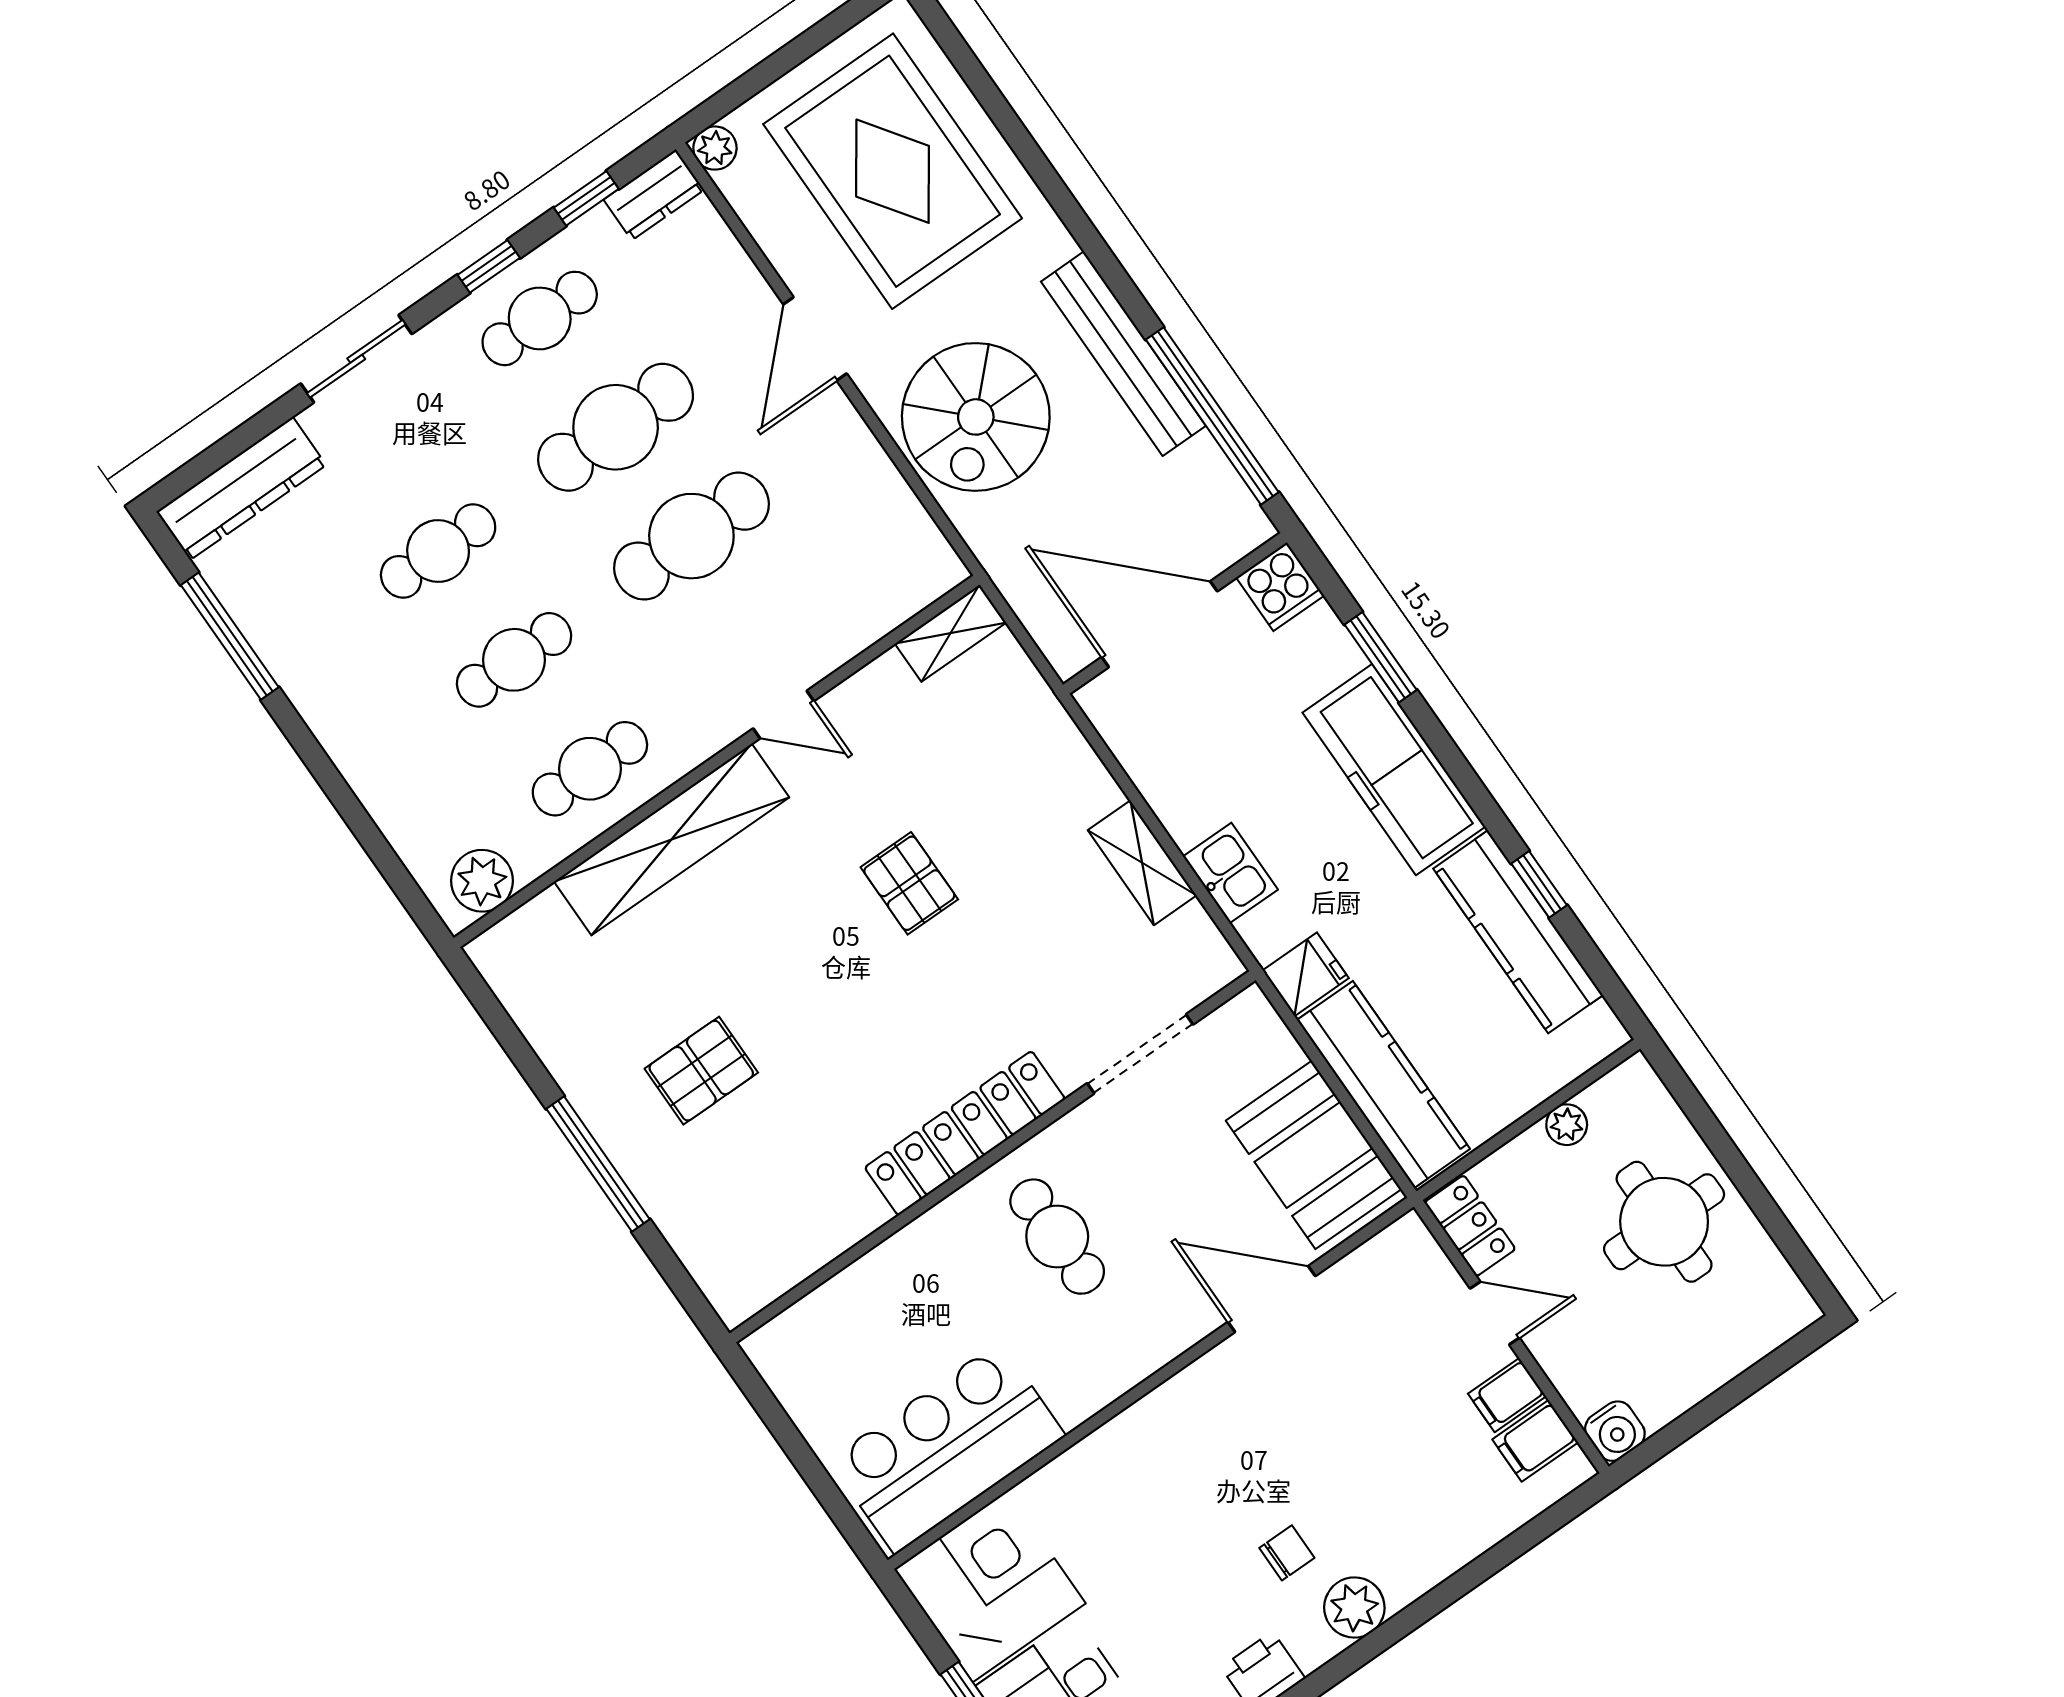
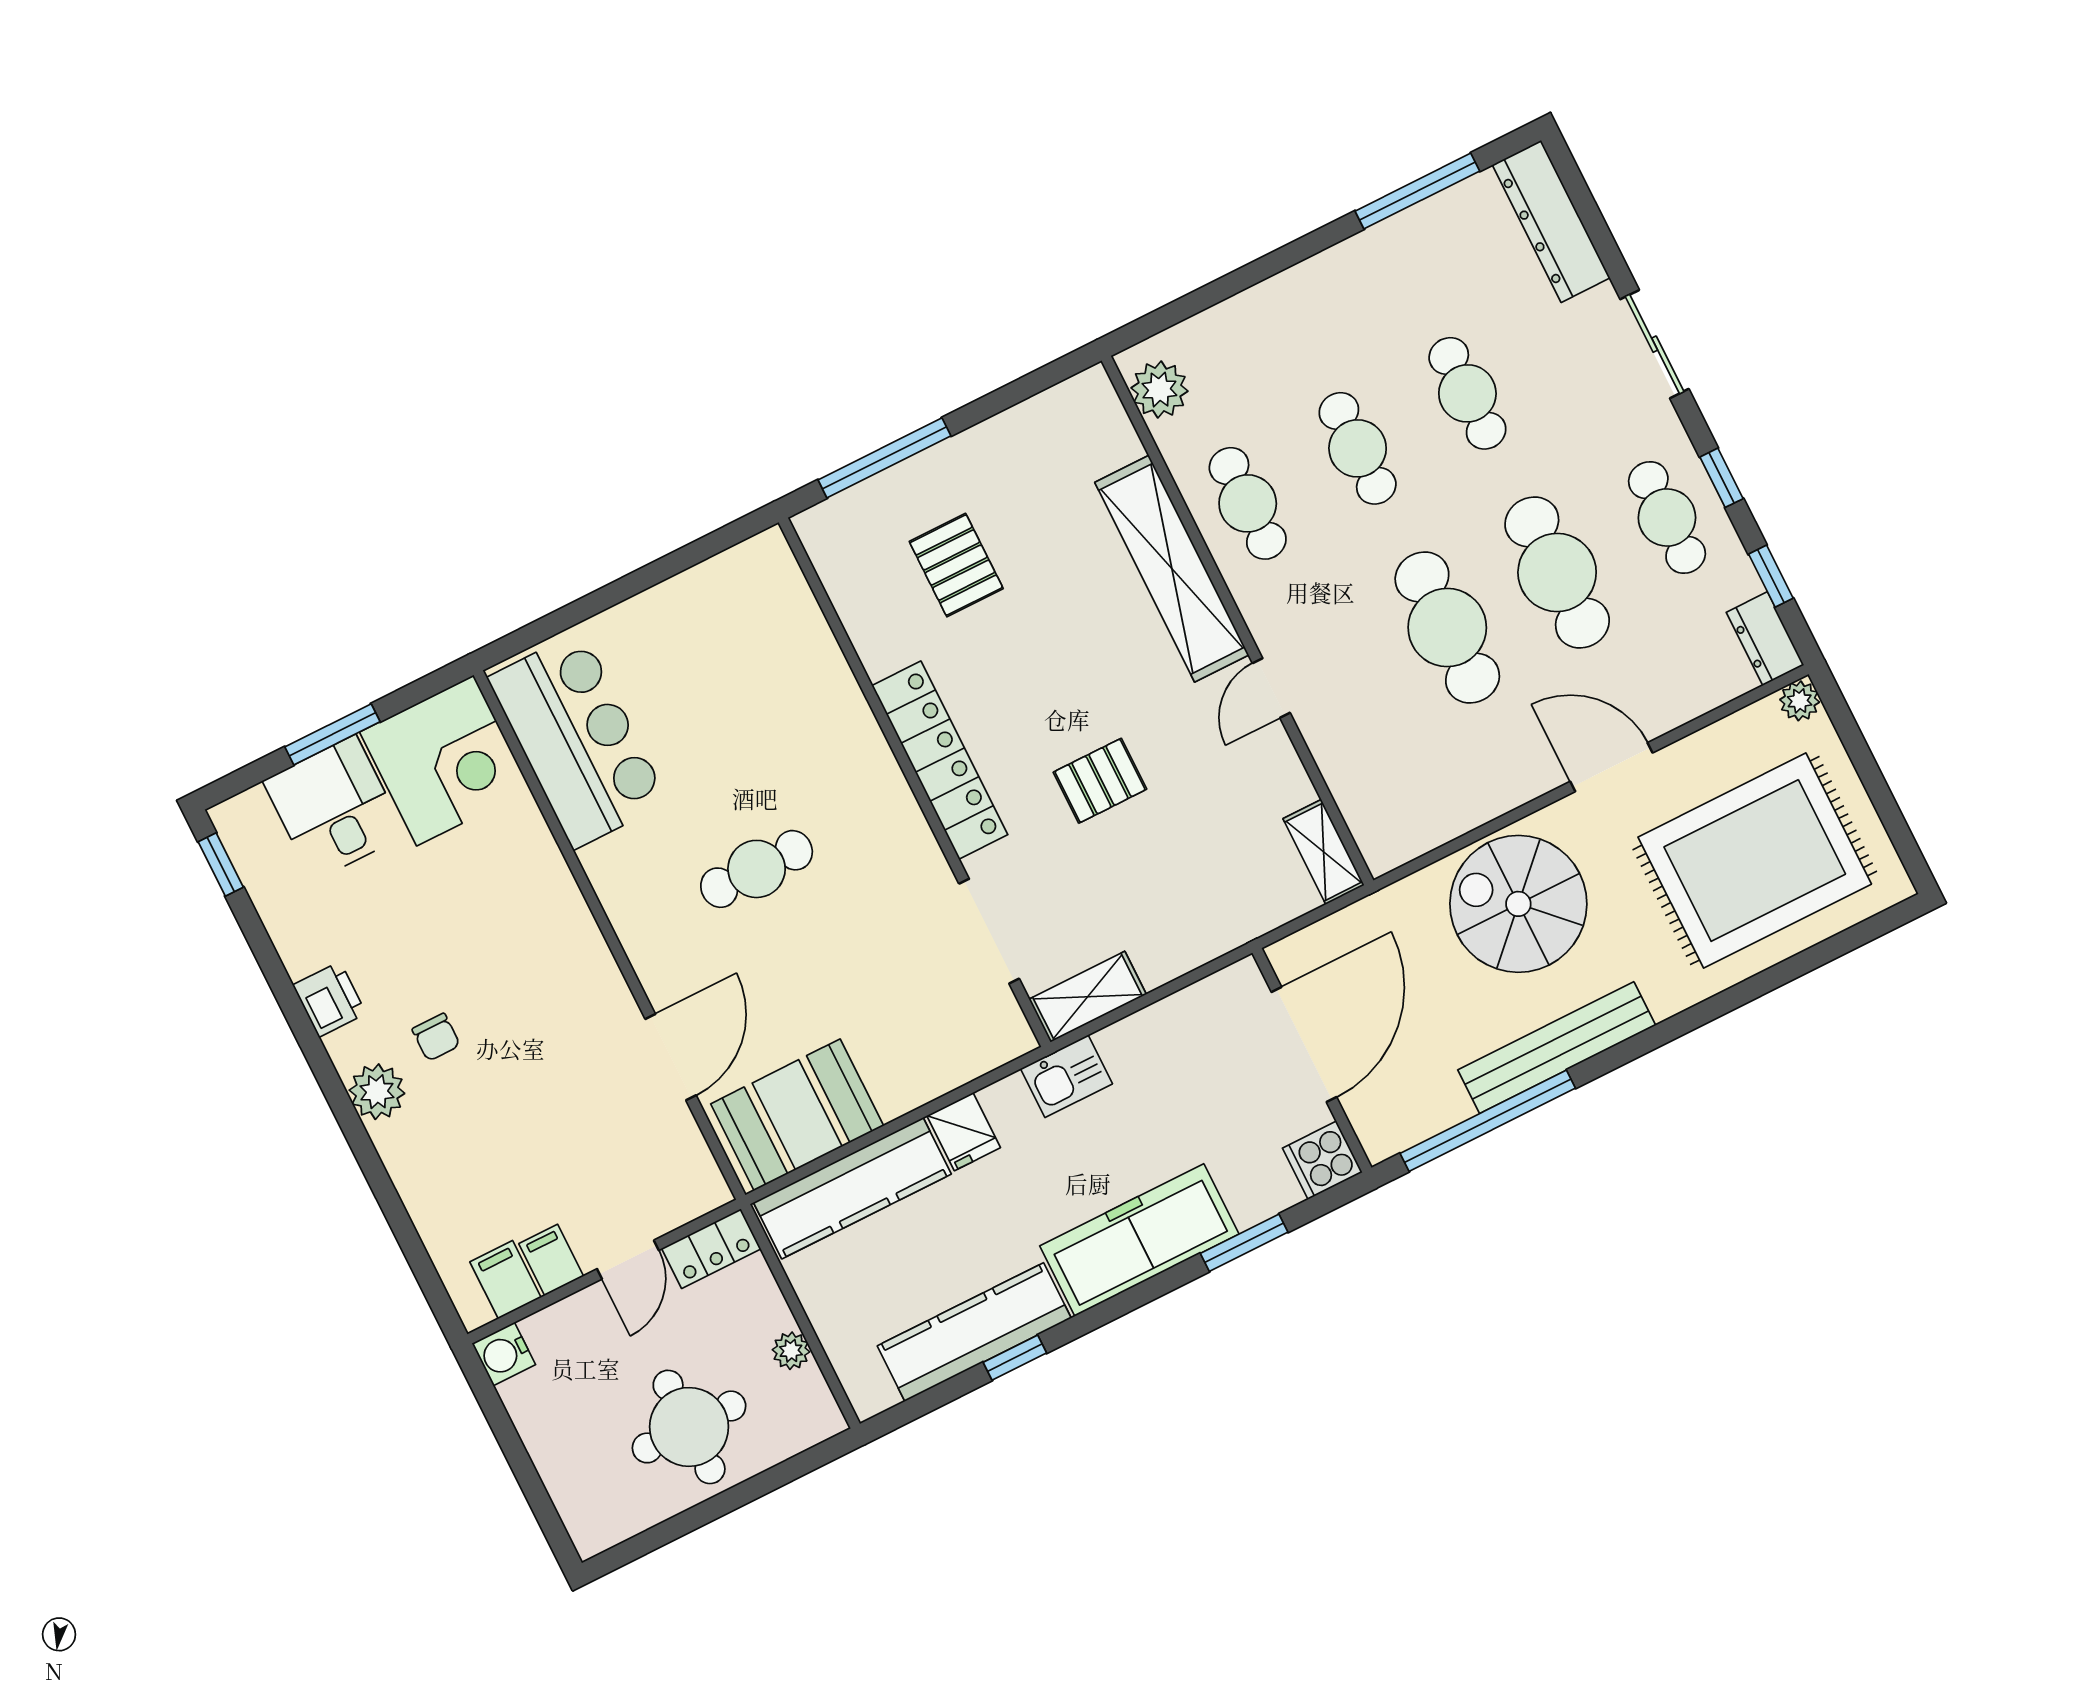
doorway: (1140, 1054) -> (989, 931), moved
locker: (965, 1133) -> (940, 760), moved
wall: (993, 1157) -> (915, 782), moved

